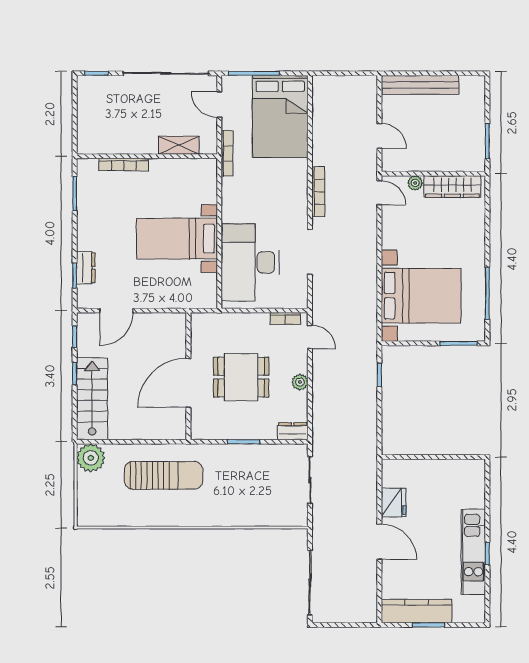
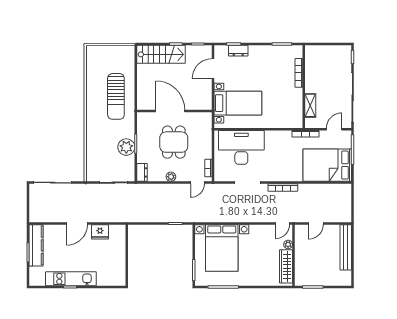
bed with nightstands: (177, 239) -> (238, 103), moved, turned 90
door: (116, 311) -> (213, 69), hinge flipped
plant: (91, 458) -> (126, 147), moved

